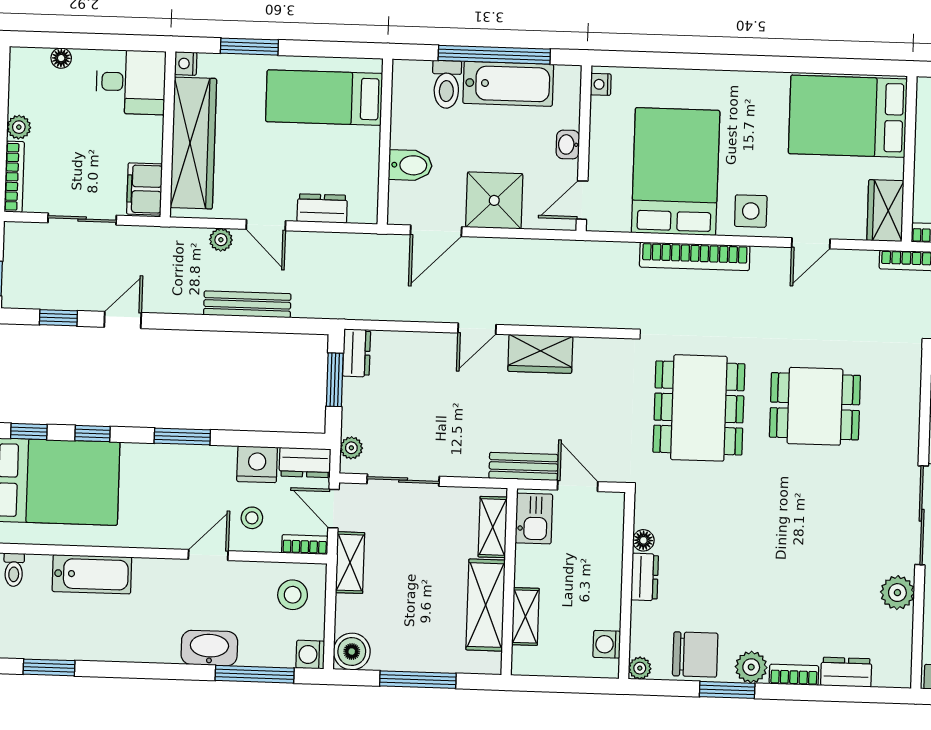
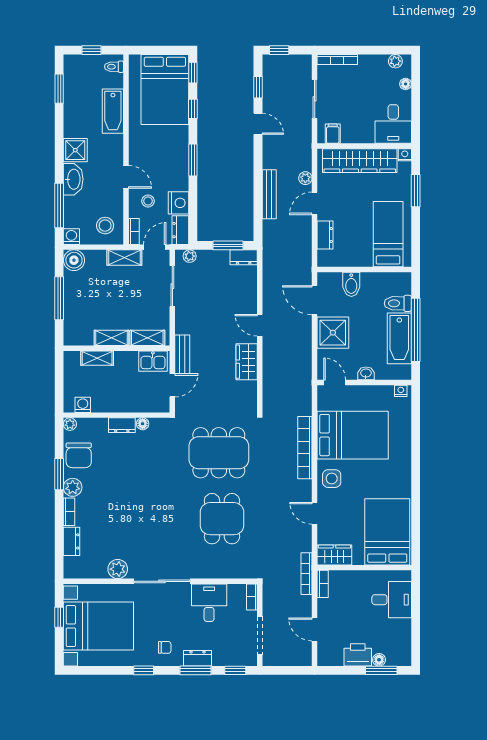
plant: (19, 127) -> (395, 61), moved
filing cabinet: (144, 189) -> (333, 134), width x0.50
shelving: (486, 605) -> (111, 338), width x0.67, depth x0.75
shower: (158, 643) -> (75, 150), added

